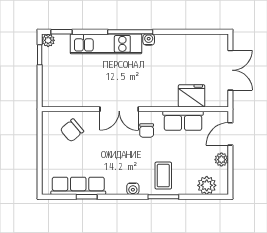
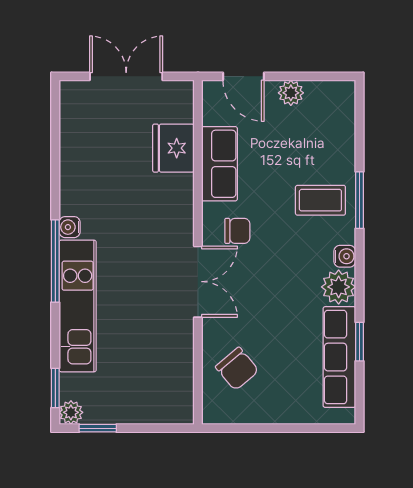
plant: (207, 185) -> (339, 287), moved

